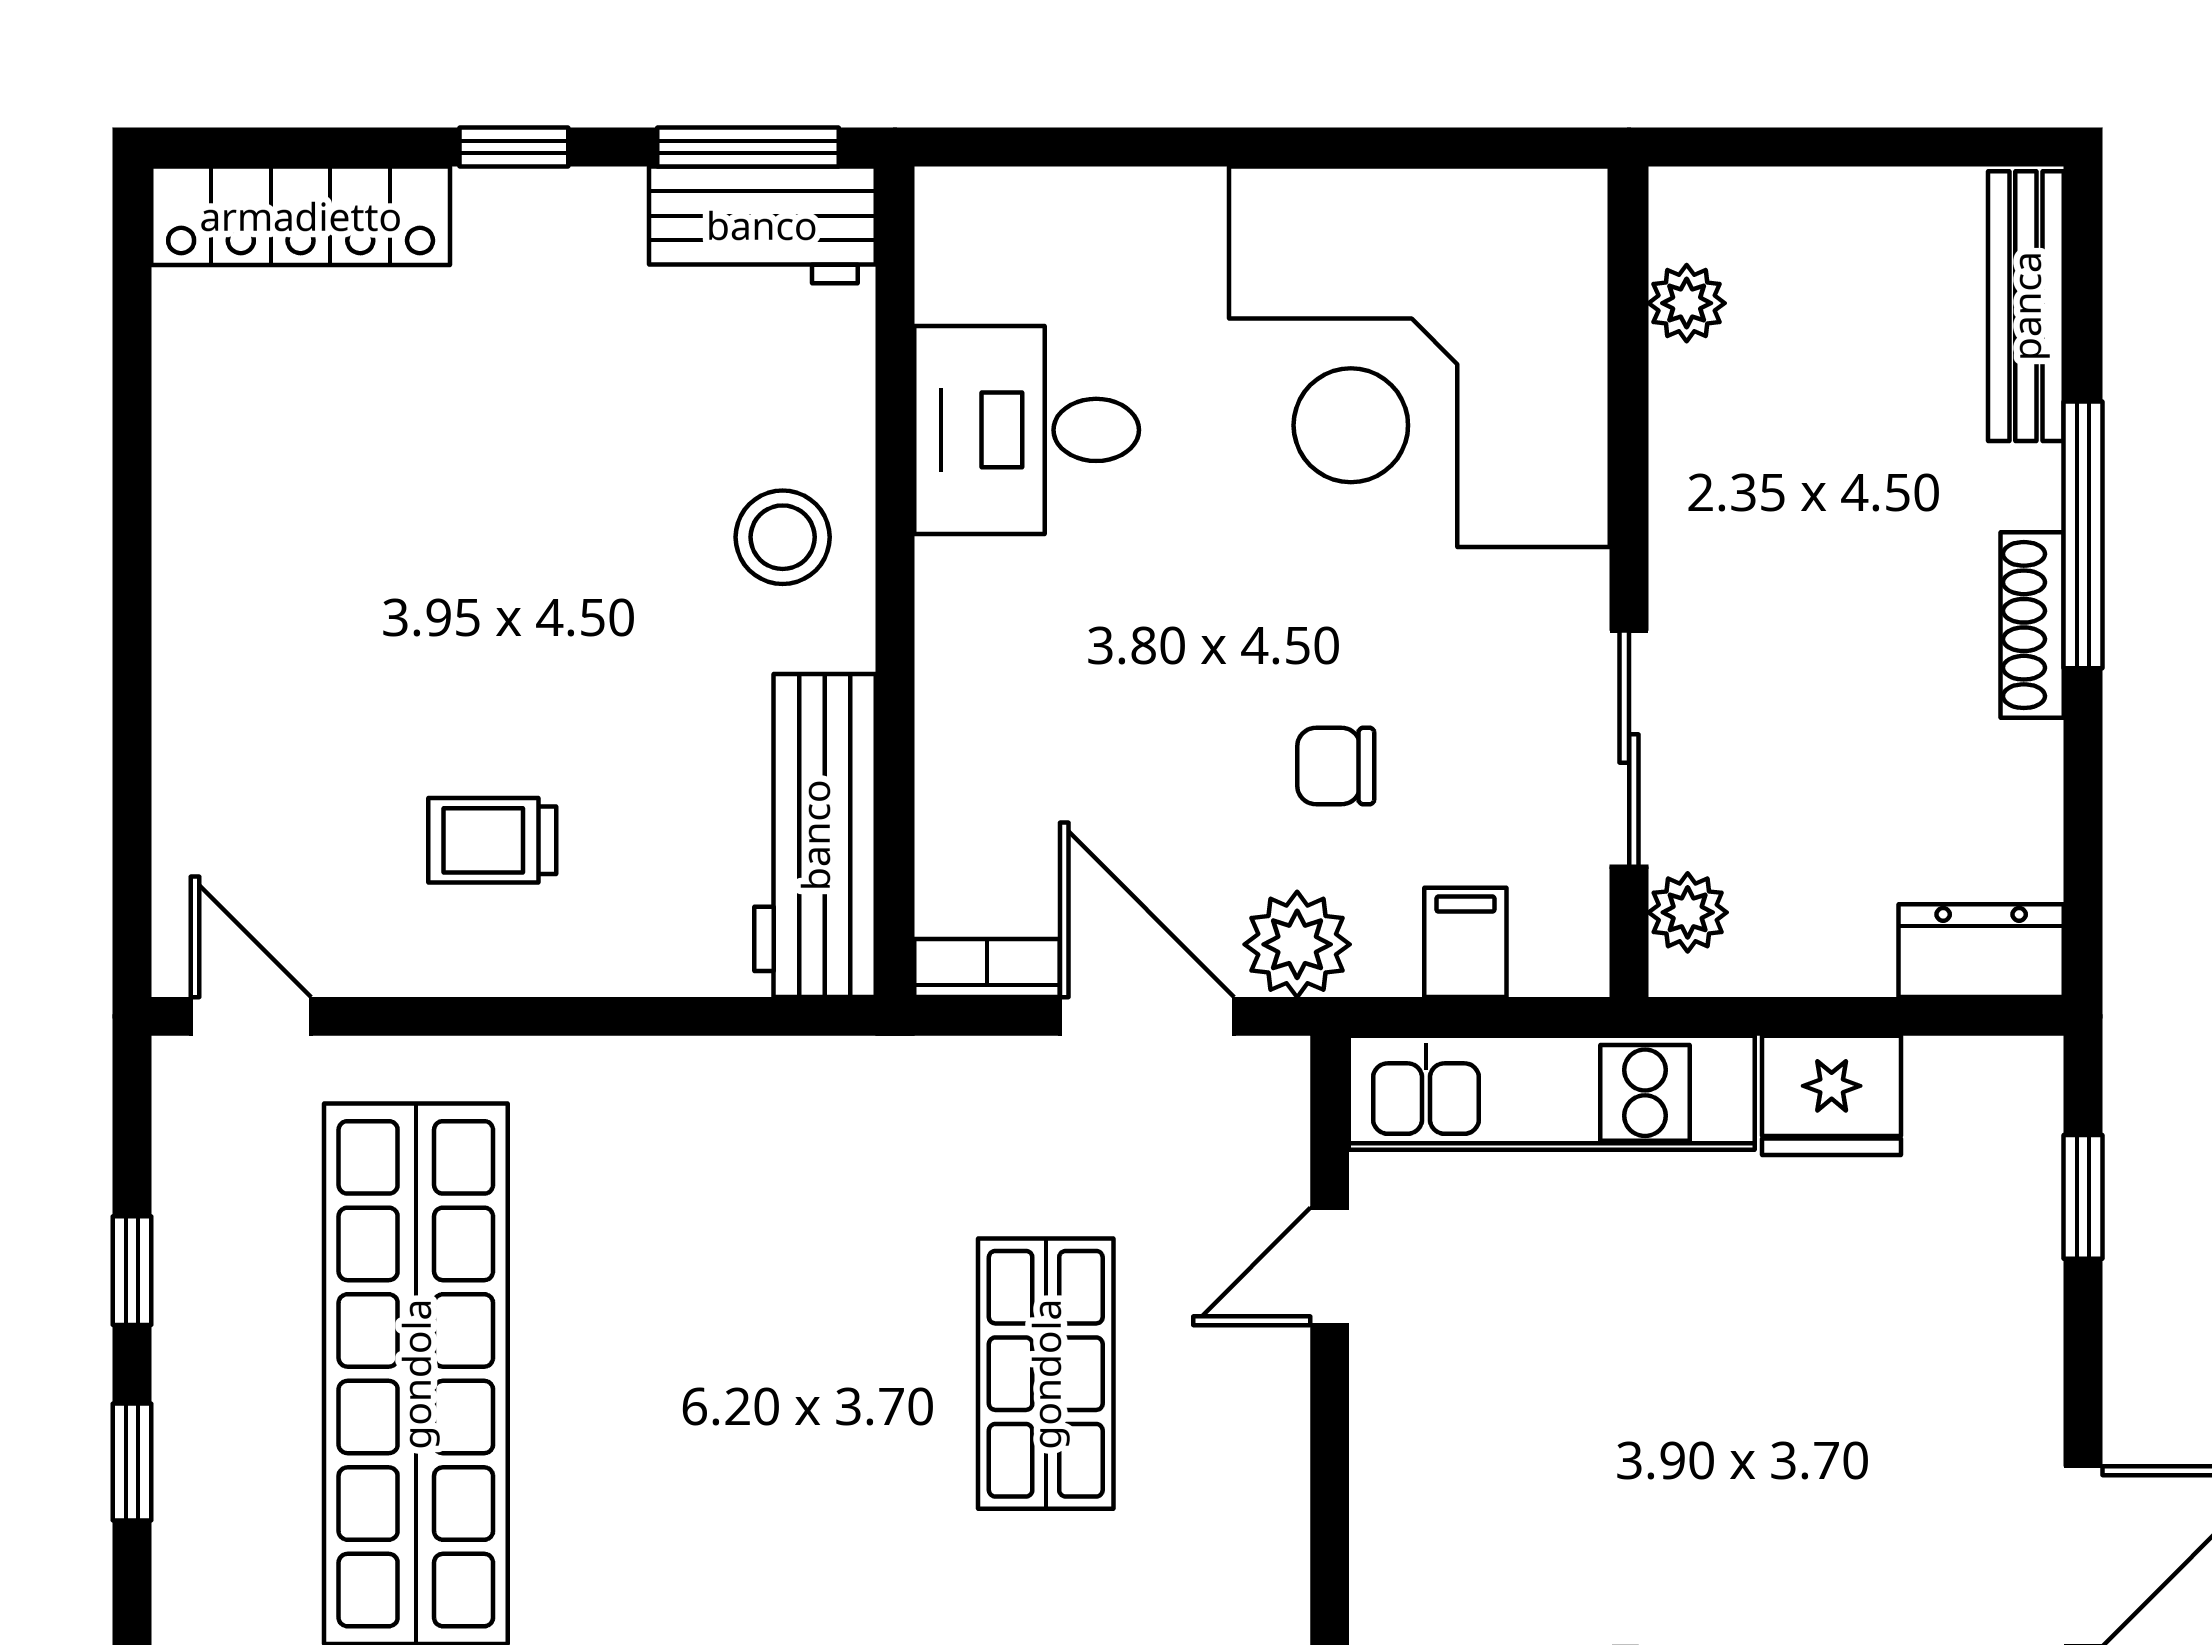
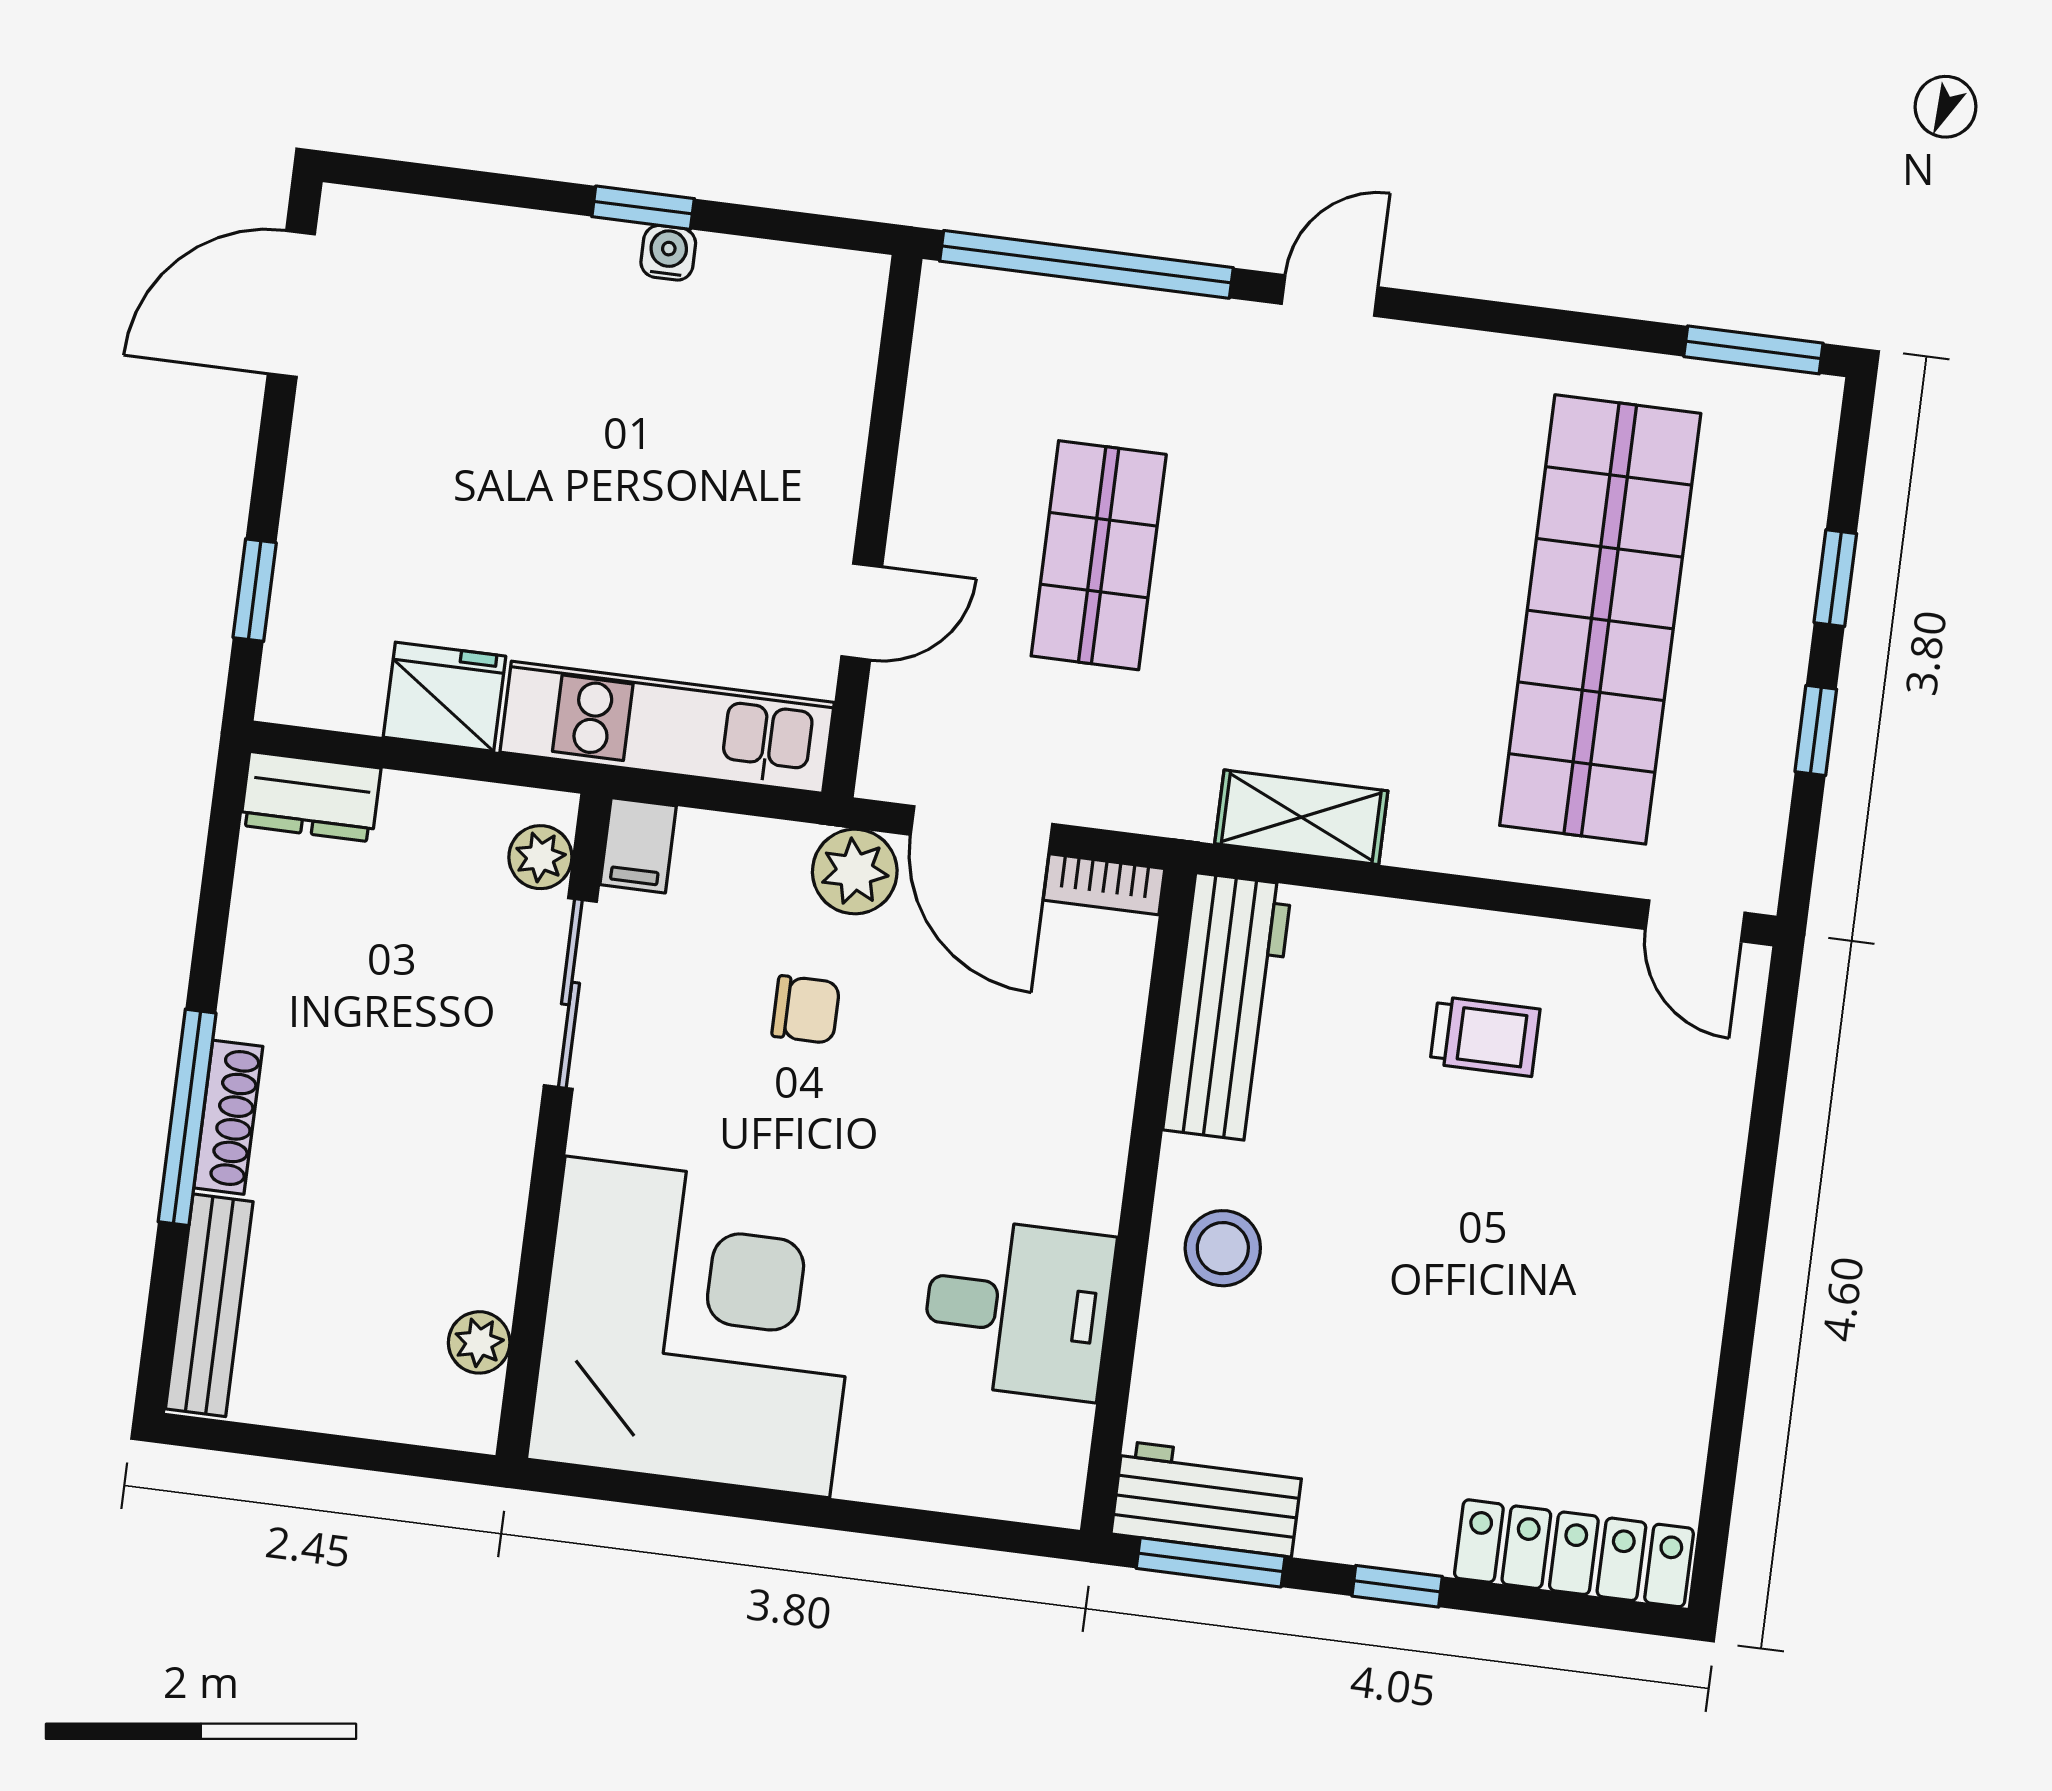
shoe rack: (2032, 625) -> (228, 1117), moved
filing cabinet: (1465, 942) -> (638, 845), moved
shelving: (754, 1082) -> (1301, 817), added

